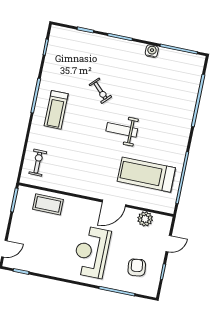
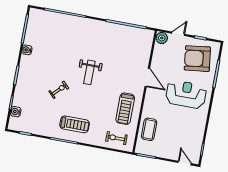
water cooler: (74, 35) -> (16, 112), added
treadmill: (146, 175) -> (125, 109), moved, width x0.73, depth x0.73
plant: (145, 219) -> (162, 38), moved
door: (169, 244) -> (178, 34), hinge flipped
reception desk: (92, 252) -> (186, 94), turned 180
armchair: (137, 267) -> (197, 59), width x1.88, depth x1.88

